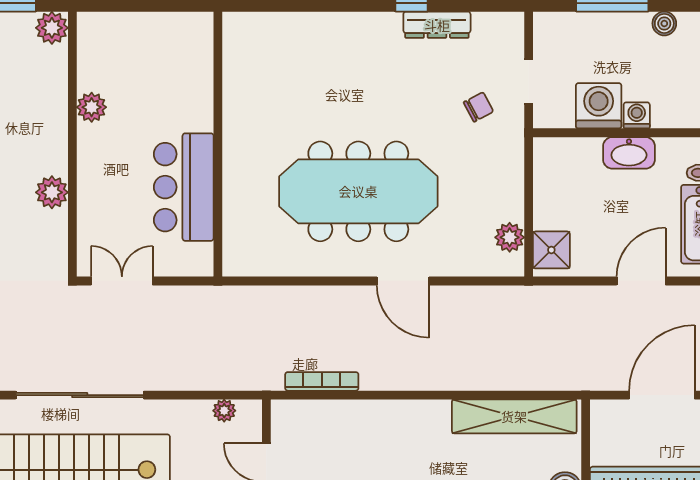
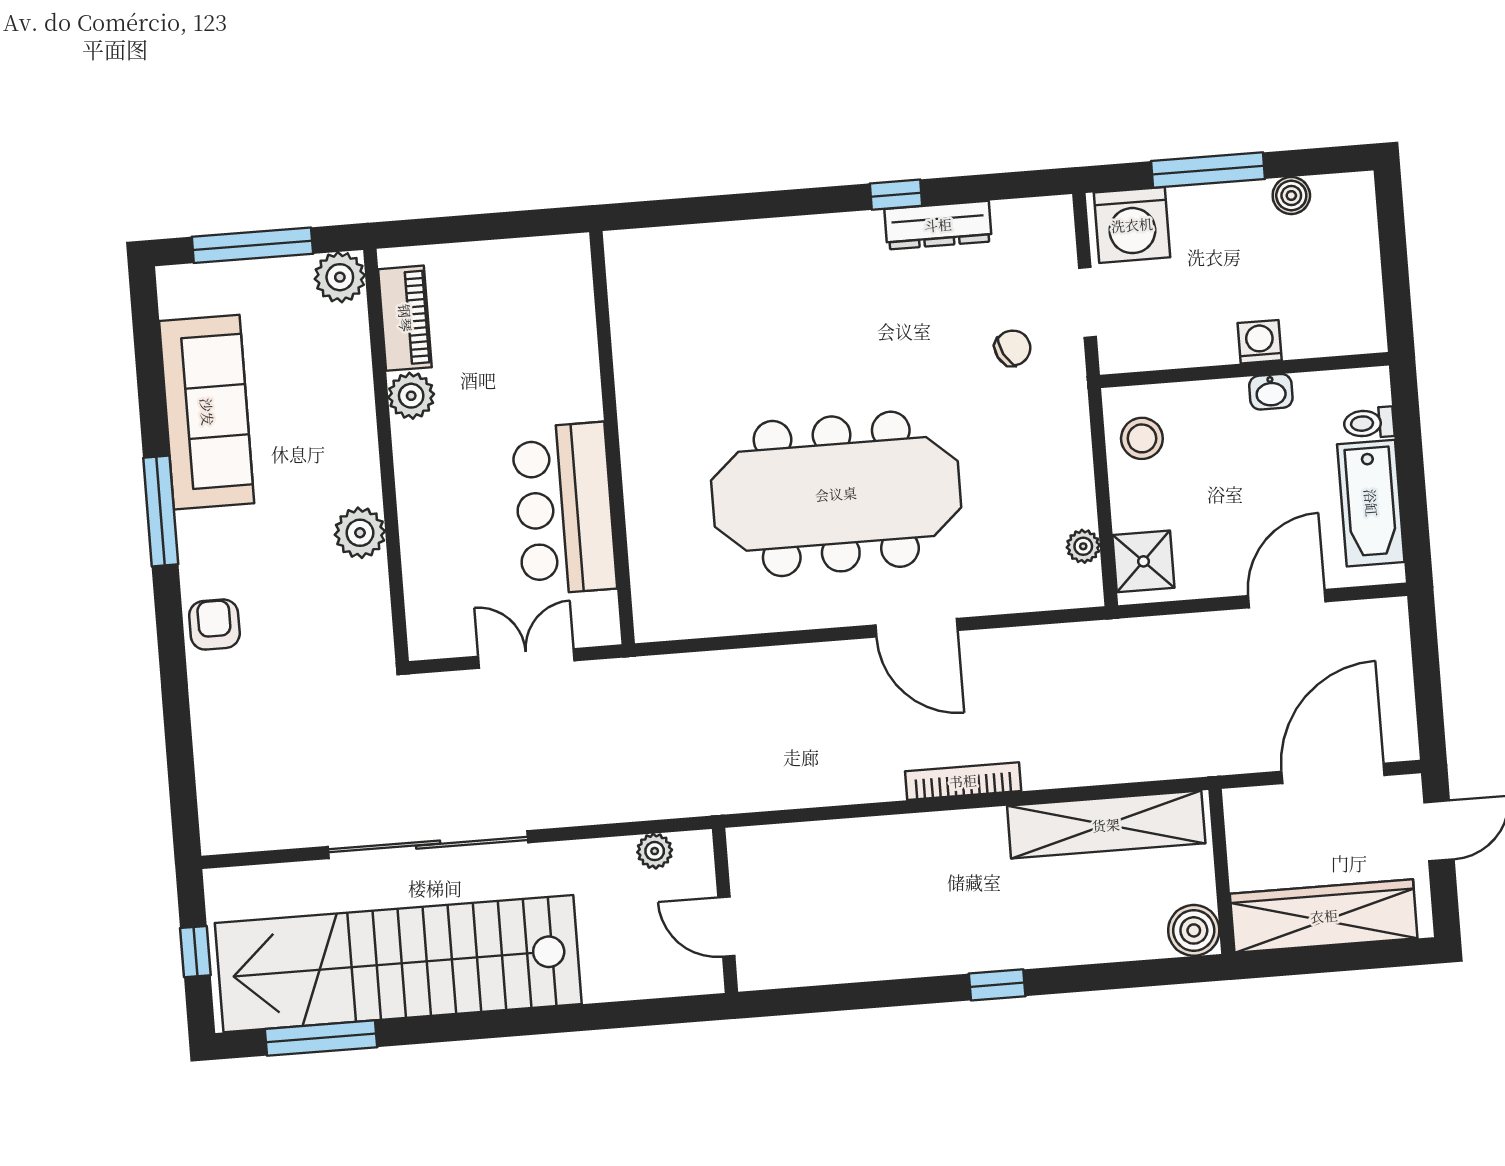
piano: (91, 57) -> (405, 318), added
washing machine: (599, 106) -> (1132, 225), moved, turned 180
washbasin: (629, 153) -> (1271, 392), width x0.52, depth x0.69
stool: (557, 171) -> (1142, 438), added
plant: (510, 237) -> (1083, 546), width x0.73, depth x0.73
double door: (122, 281) -> (526, 658), moved
bookcase: (322, 381) -> (963, 781), moved

